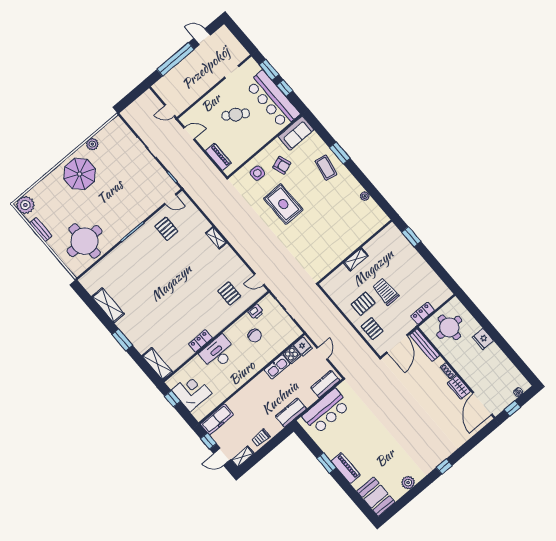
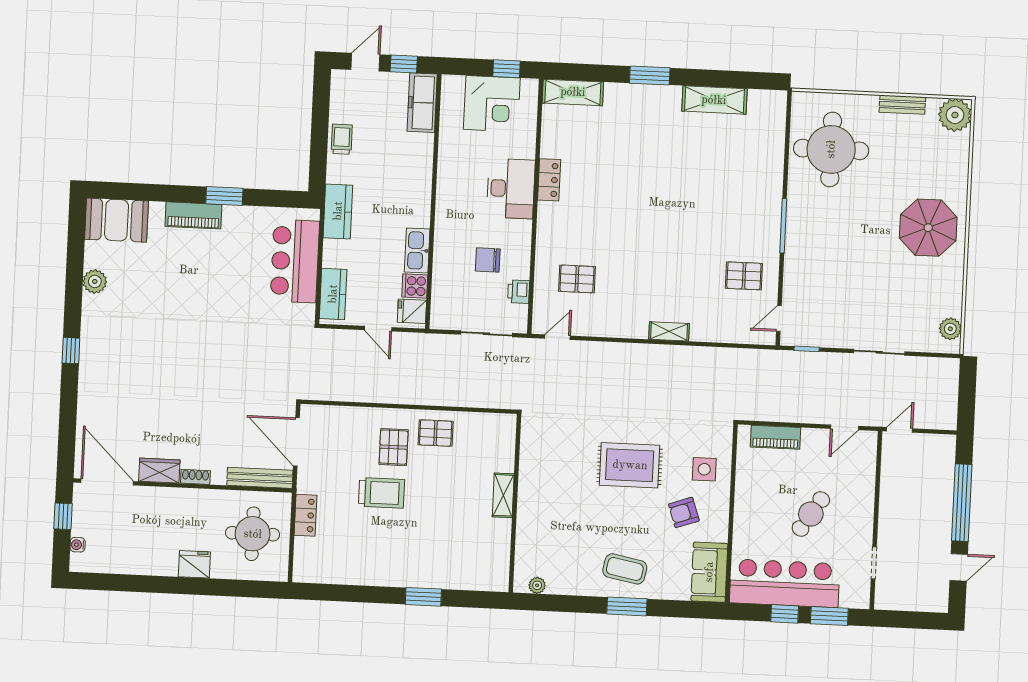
plant: (92, 144) -> (950, 329), moved
wall: (355, 252) -> (515, 503), moved
shelving: (356, 259) -> (503, 495), moved
pallet: (372, 329) -> (436, 433), moved
shelving: (242, 457) -> (339, 90), removed

